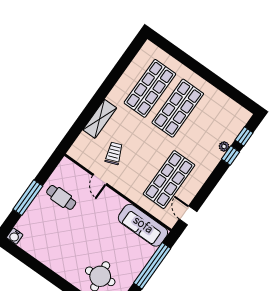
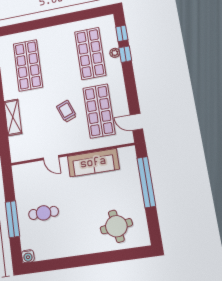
shop shelf: (178, 108) -> (90, 53), moved
trolley: (114, 153) -> (67, 111), moved
cafe table: (61, 197) -> (44, 213), moved
sofa: (143, 225) -> (93, 163), moved

